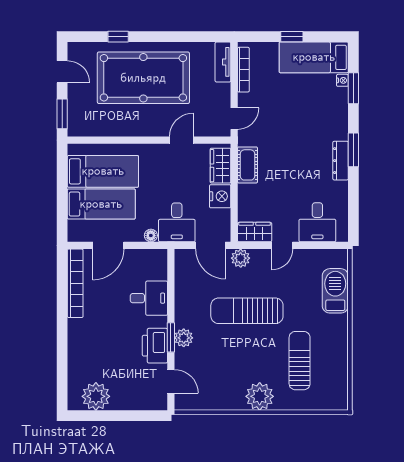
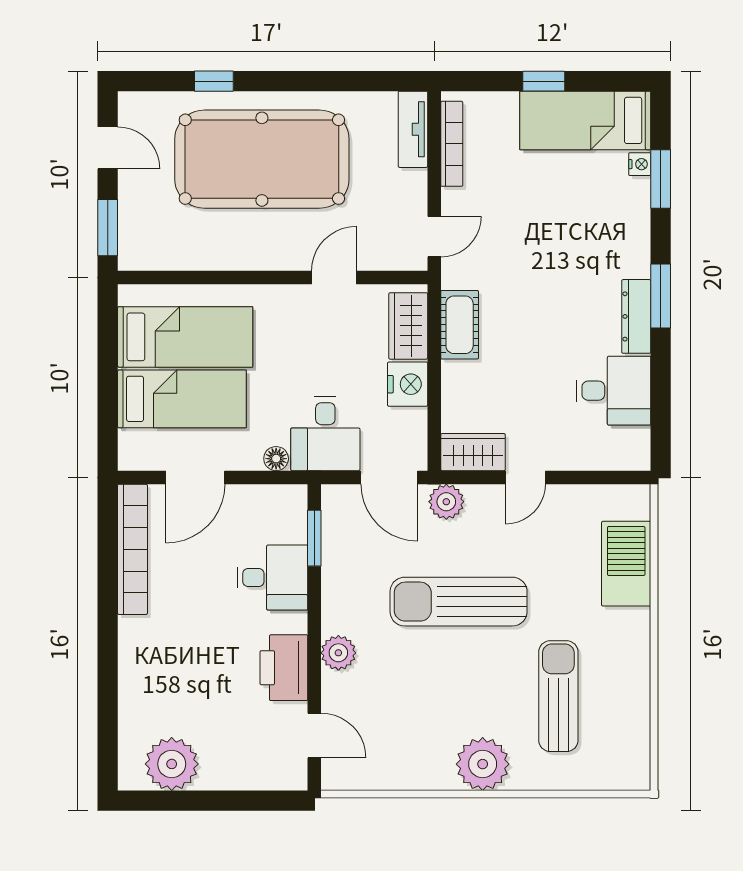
desk: (317, 222) -> (613, 391), moved, turned -90
window: (171, 337) -> (314, 538), moved

